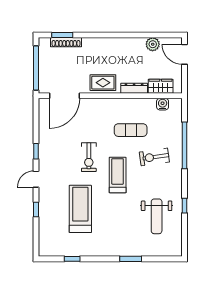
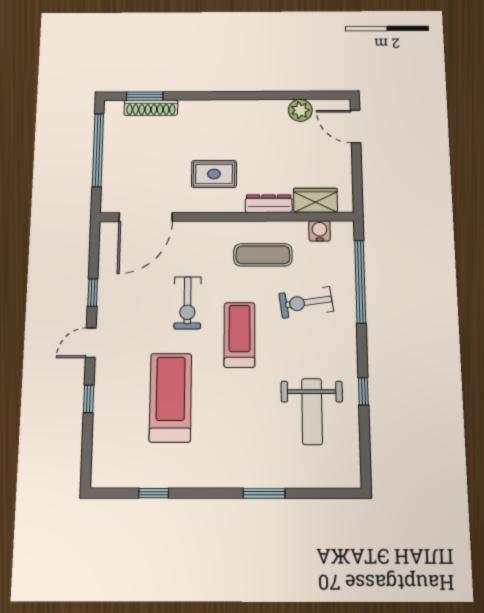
wardrobe: (161, 86) -> (315, 200), moved
dresser: (134, 88) -> (269, 204), moved
door: (64, 96) -> (146, 217), moved
wall: (110, 96) -> (227, 217), moved
water cooler: (163, 104) -> (320, 231), moved

